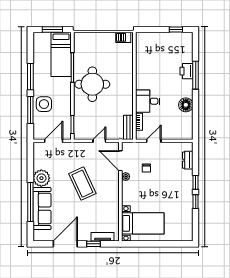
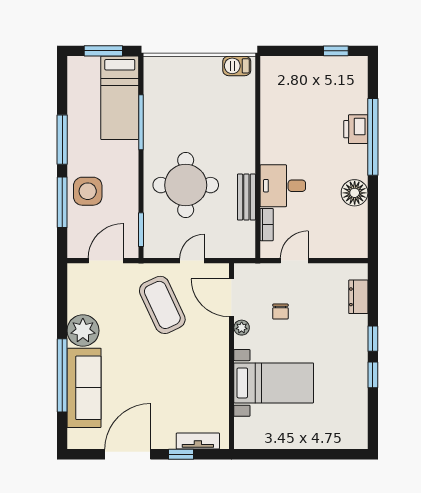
window: (196, 75) -> (373, 137), width x1.46
round table: (92, 84) -> (186, 185), moved
bench: (128, 127) -> (246, 197), moved
coffee table: (82, 184) -> (162, 305), moved
bed with nightstands: (143, 223) -> (274, 383), moved

